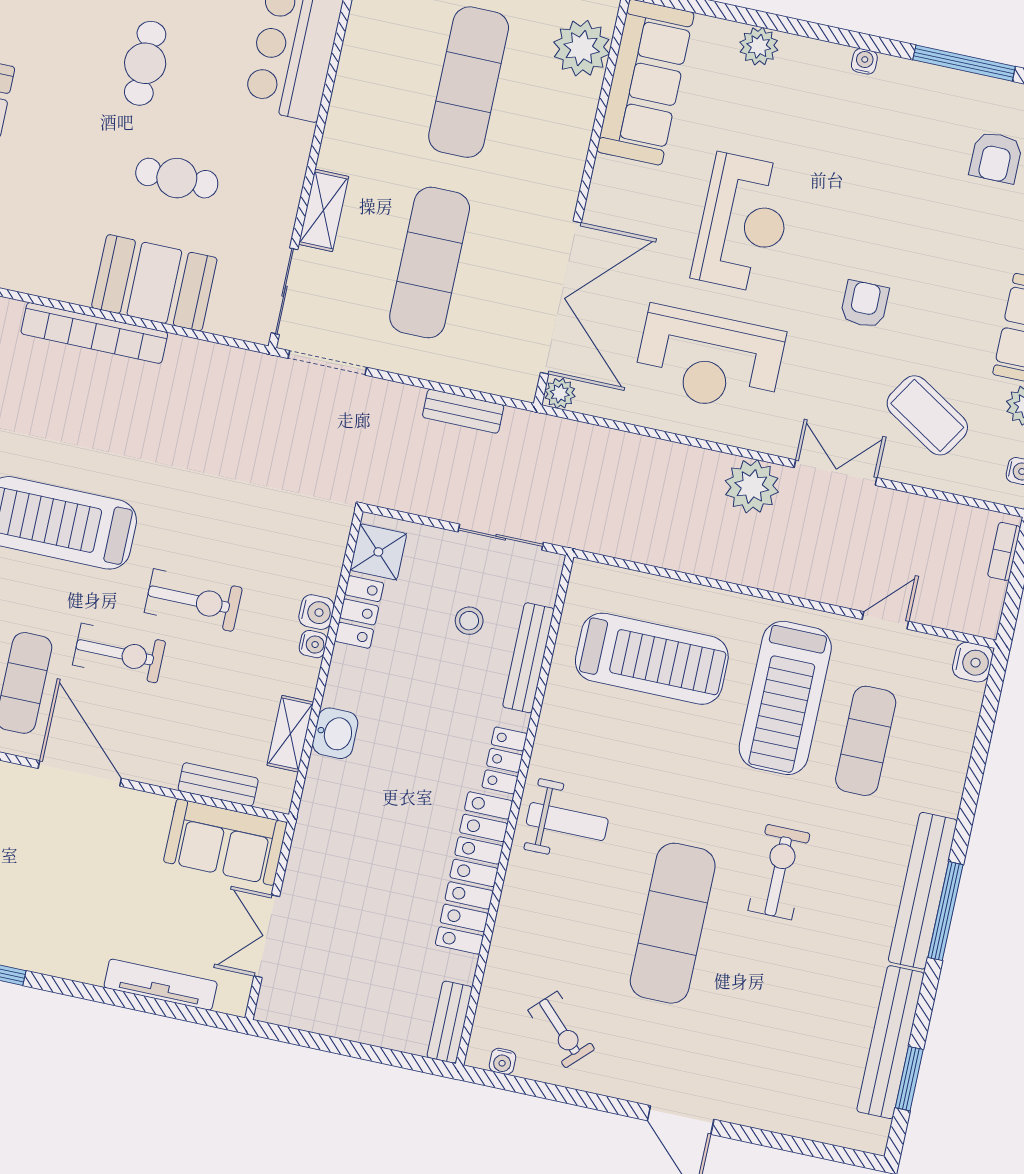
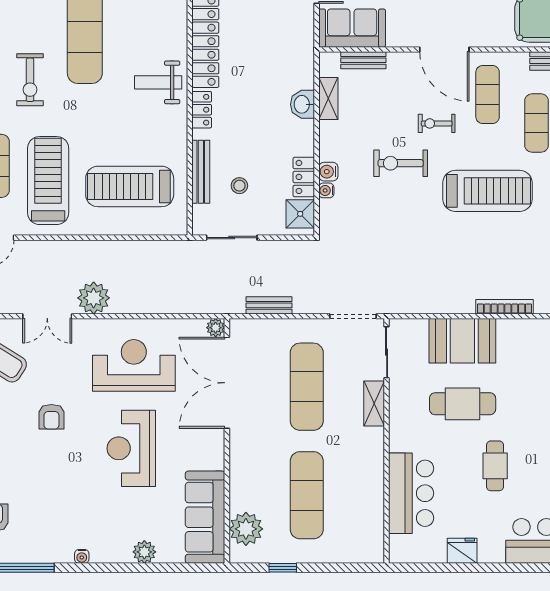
cafe table: (177, 178) -> (463, 404), width x1.37, depth x1.35
bookcase: (94, 333) -> (504, 307), width x0.68, depth x0.76
water cooler: (313, 644) -> (326, 190), moved
exercise bike: (119, 653) -> (437, 123), width x0.73, depth x0.72

